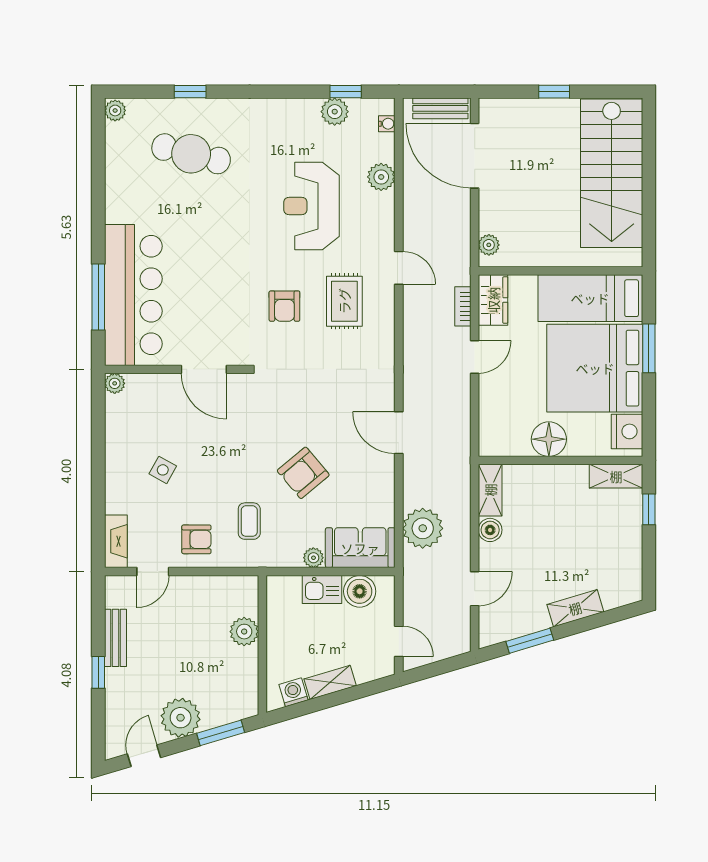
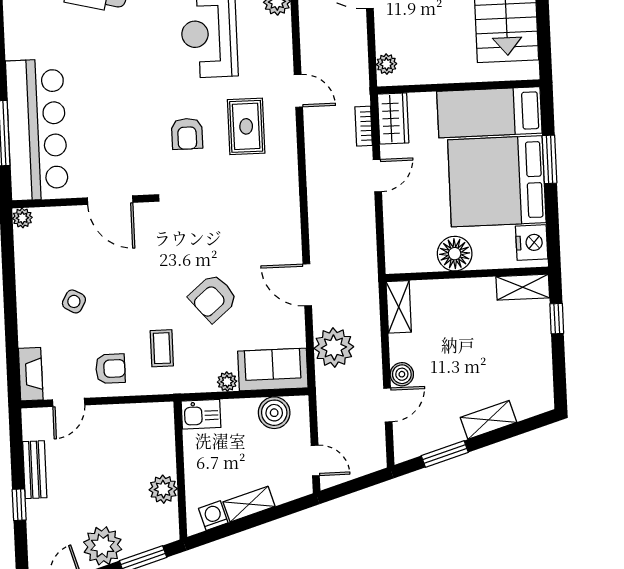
door: (399, 433) -> (307, 285), moved
boiler: (490, 530) -> (402, 374), moved
kitchen sink: (322, 589) -> (201, 414), moved
plant: (244, 632) -> (163, 489), moved

